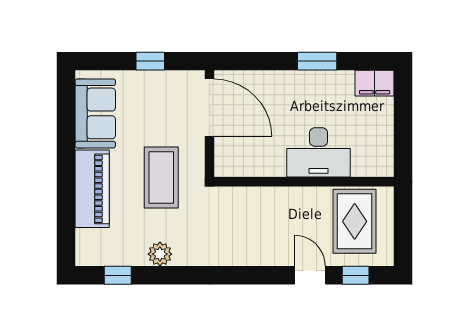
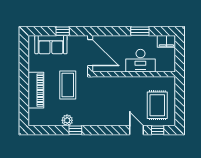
sofa: (95, 113) -> (51, 45), moved, turned 90
desk: (319, 152) -> (140, 61), moved
wall: (304, 182) -> (134, 74), moved
window: (118, 275) -> (75, 130), moved

